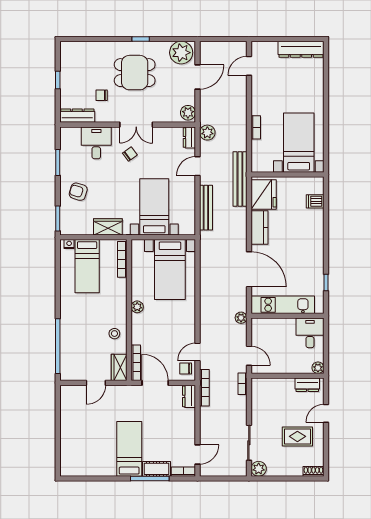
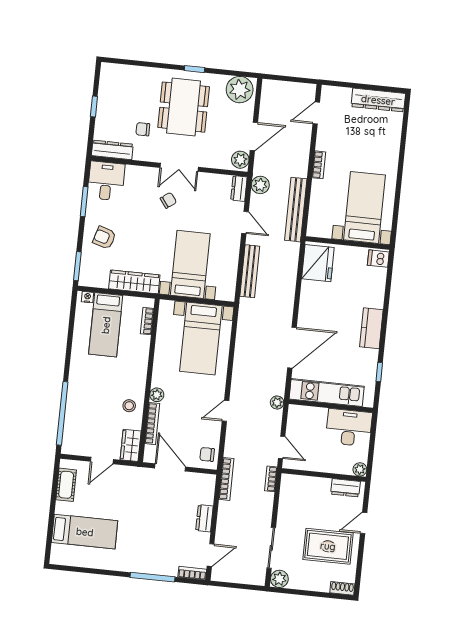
dining table: (135, 73) -> (184, 107), width x1.37
door: (198, 77) -> (254, 136), moved
bookcase: (256, 127) -> (319, 165), moved
desk: (96, 143) -> (106, 181), moved
door: (198, 166) -> (245, 222), swing flipped
bench: (240, 179) -> (296, 210), moved
dishwasher: (315, 201) -> (378, 259), moved
wardrobe: (108, 227) -> (134, 282), width x1.50
kitchen counter: (260, 227) -> (371, 328), moved, turned 180
bookcase: (122, 259) -> (147, 321), width x0.64
door: (249, 269) -> (292, 348), hinge flipped
plant: (137, 307) -> (157, 395), moved
desk: (310, 333) -> (349, 428), width x1.37
door: (198, 352) -> (226, 411), moved
bookcase: (136, 363) -> (152, 424), moved
dresser: (189, 396) -> (204, 518), moved
rug: (297, 436) -> (328, 546), width x1.36, depth x1.43
bed: (129, 449) -> (85, 532), moved, turned 90
cot: (156, 469) -> (66, 485), moved, turned 90

